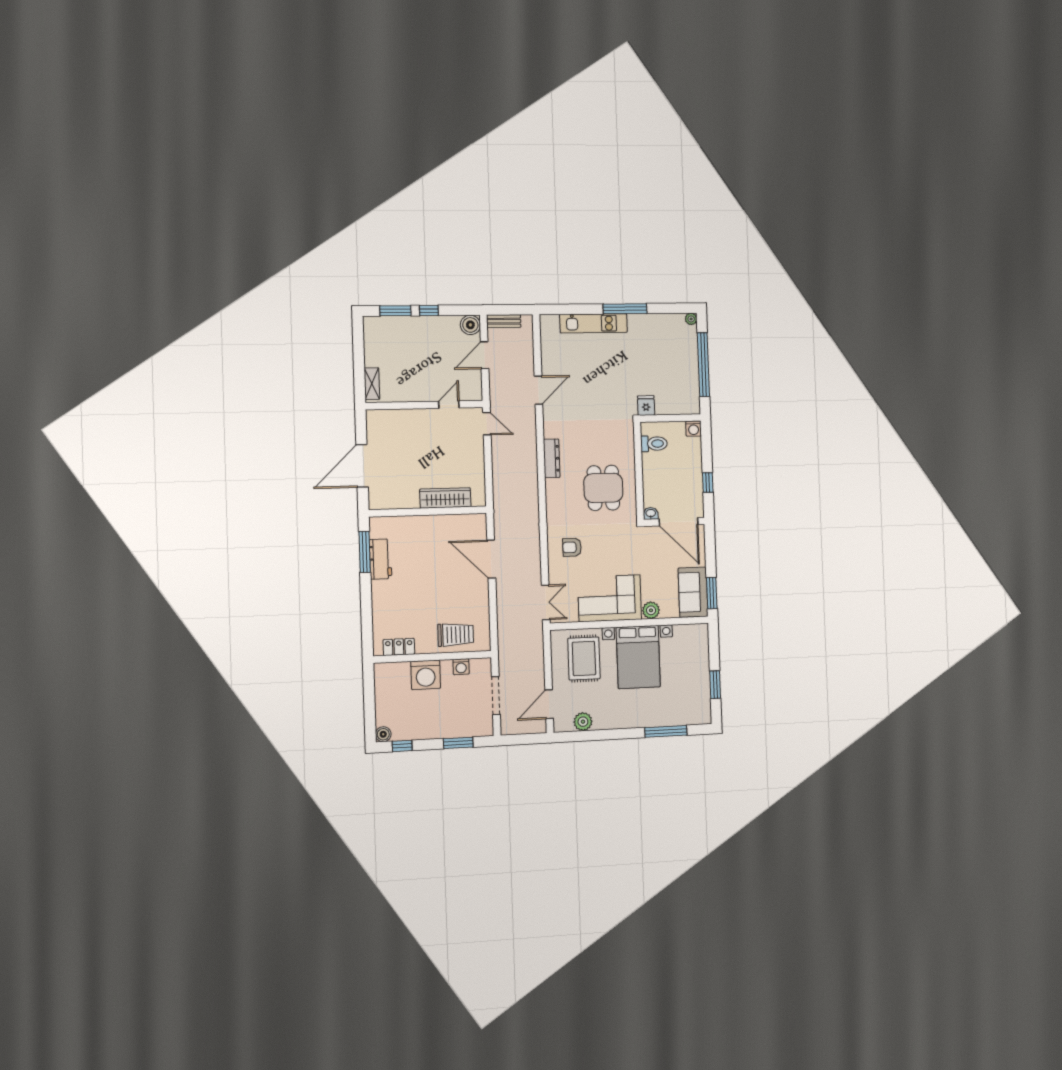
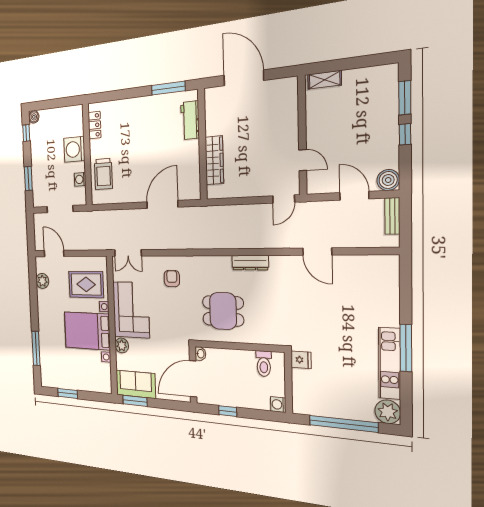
plant: (691, 319) -> (388, 412), width x1.87, depth x1.87
kitchen unit: (594, 323) -> (390, 363), moved
workbench: (381, 559) -> (190, 120), moved, turned 90

